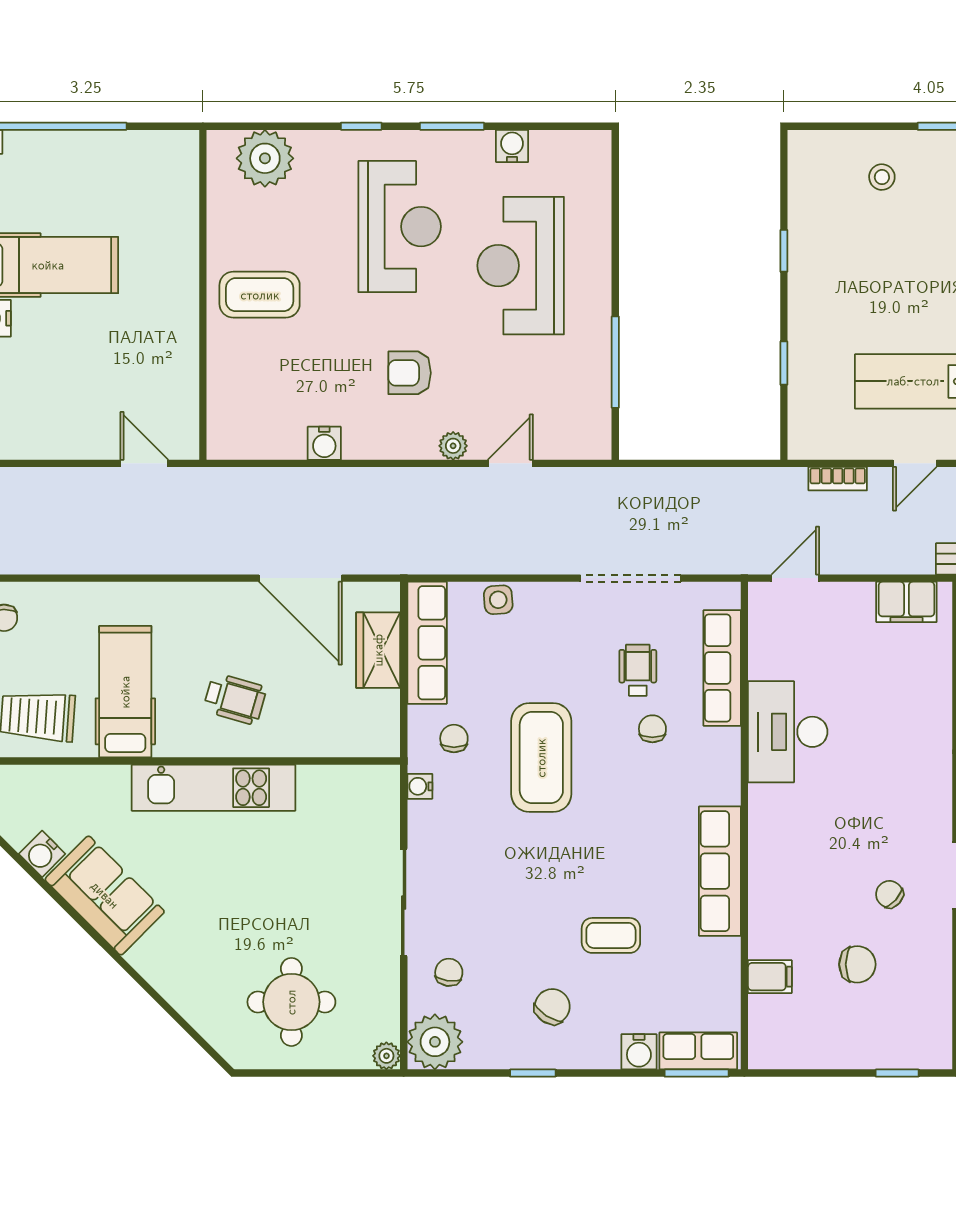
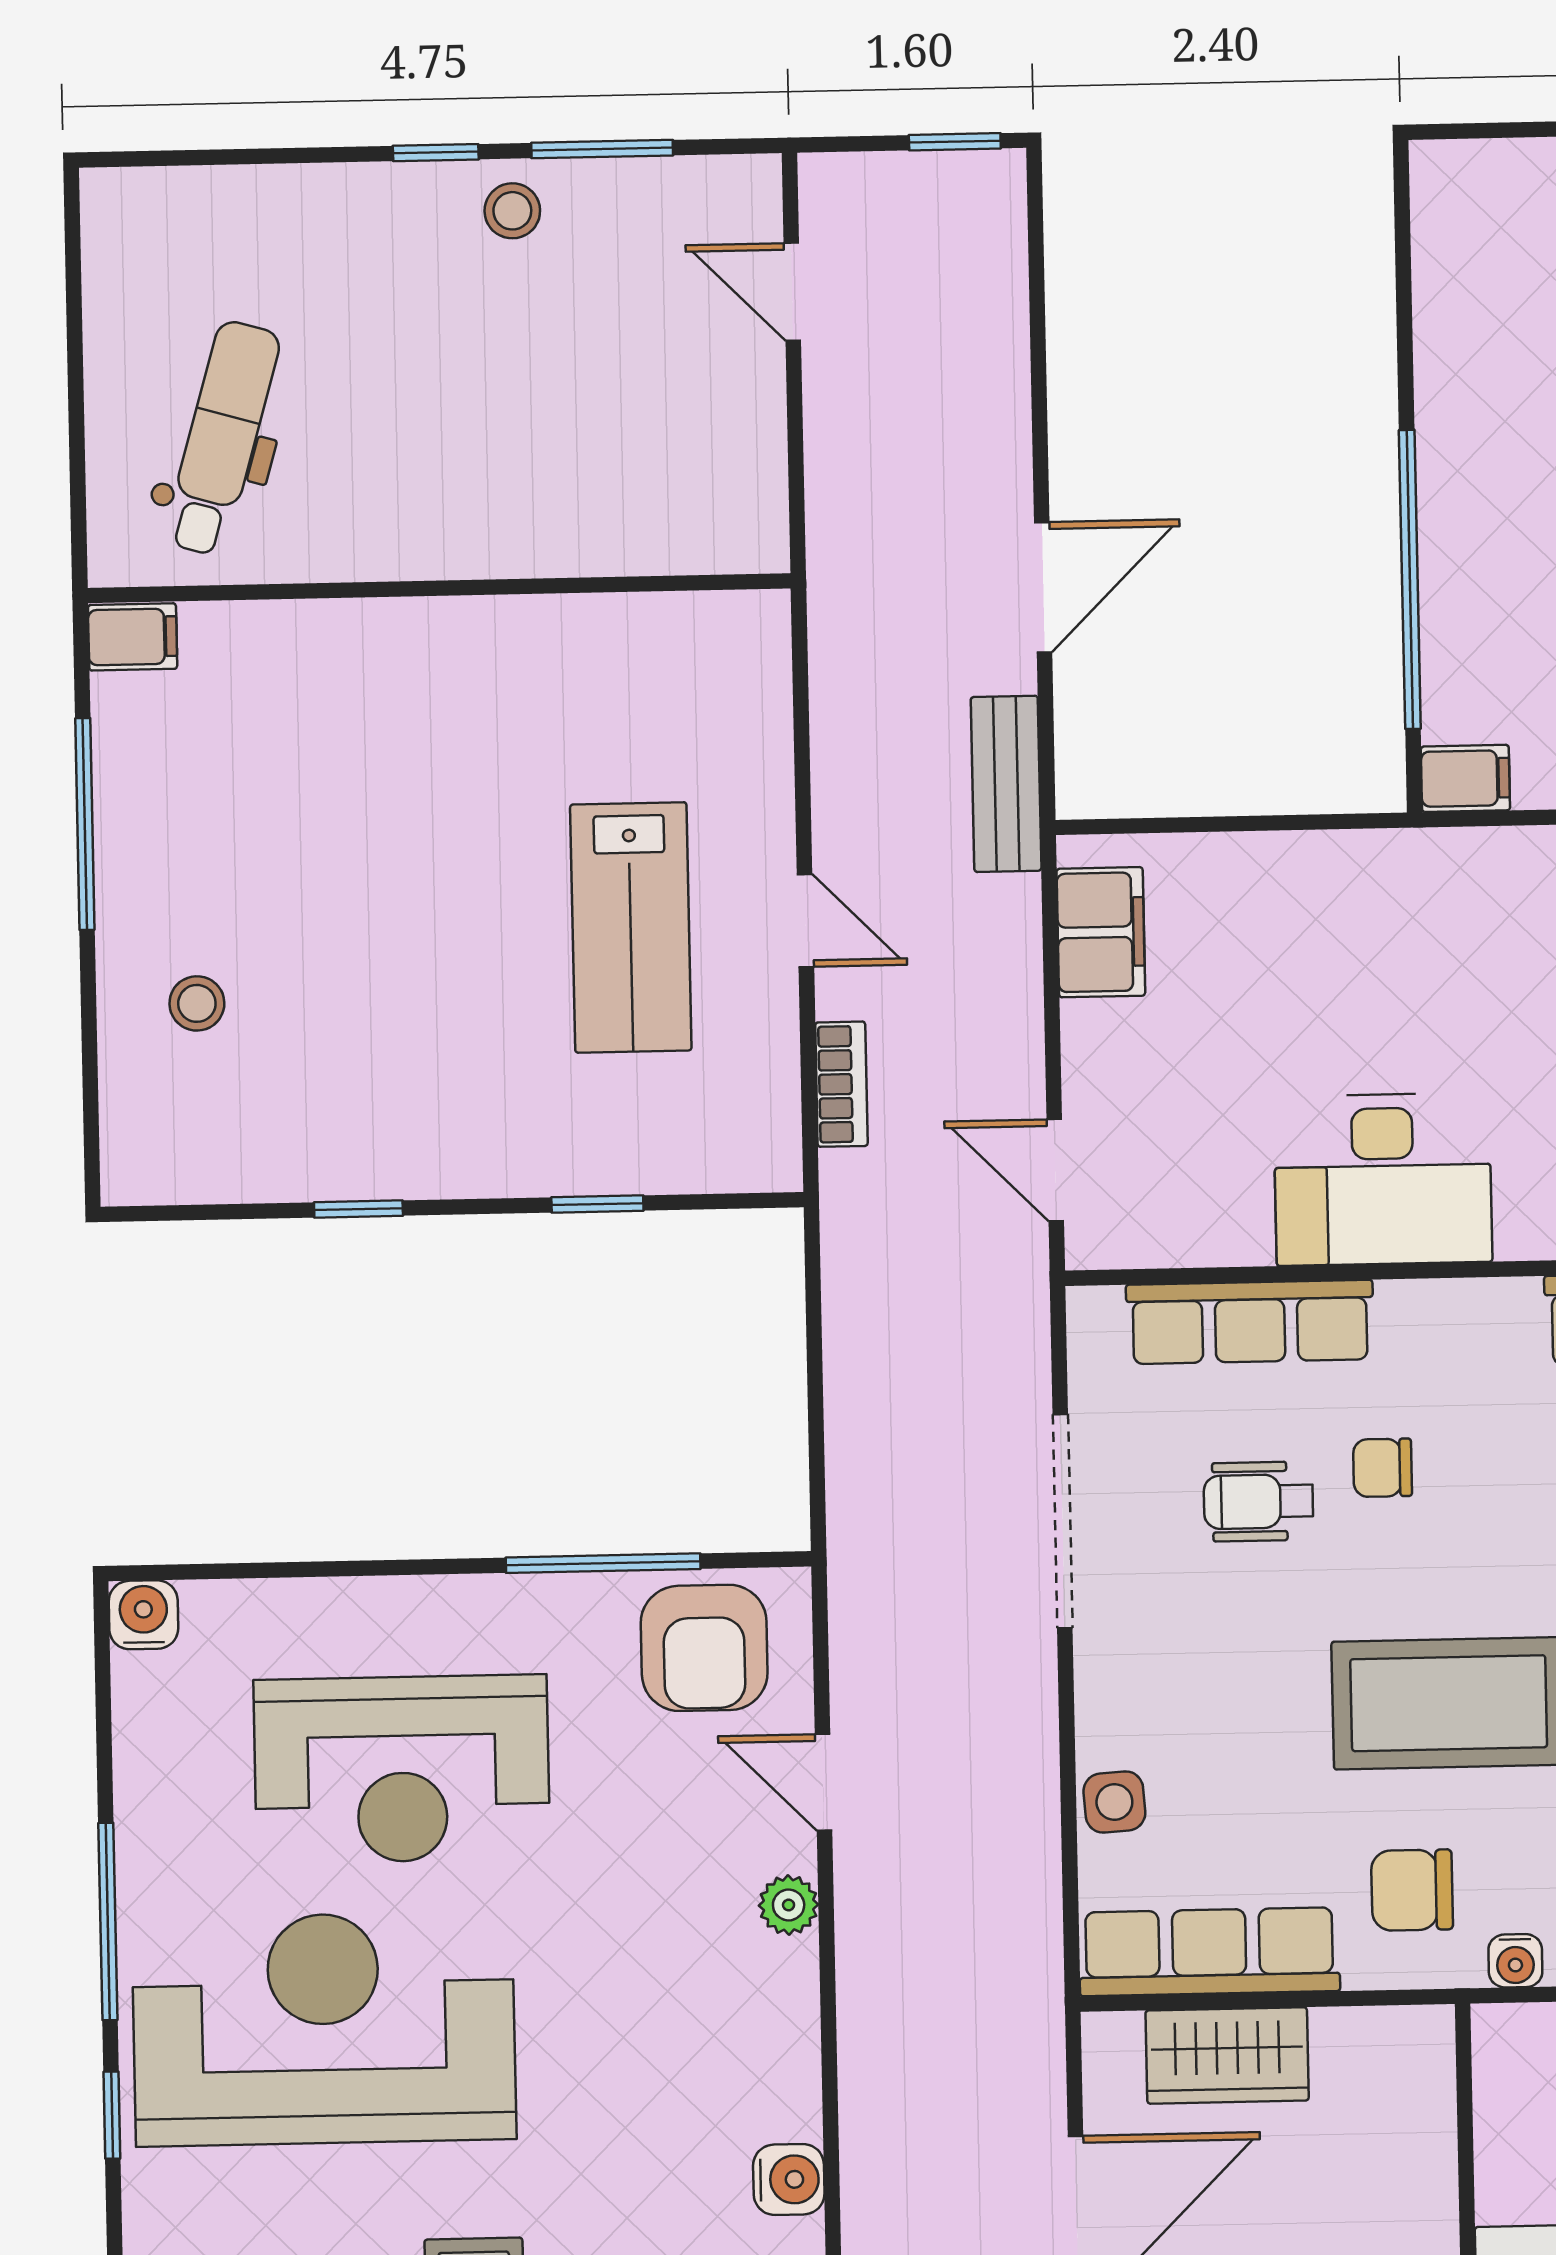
window: (452, 126) -> (108, 1922), width x1.44
water cooler: (512, 146) -> (143, 1615), moved, turned 90
reception desk: (400, 227) -> (324, 2029), width x1.36, depth x1.30
armchair: (410, 373) -> (704, 1648), moved, width x1.38, depth x1.38
chair: (454, 738) -> (1412, 1890), width x1.37, depth x1.37

